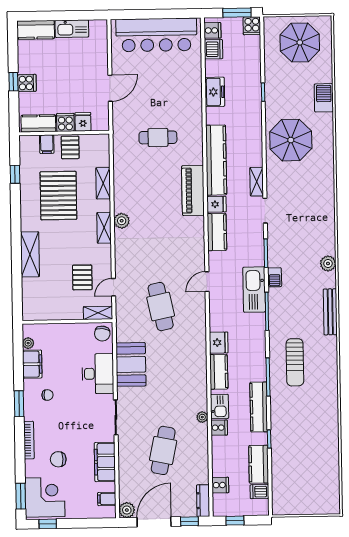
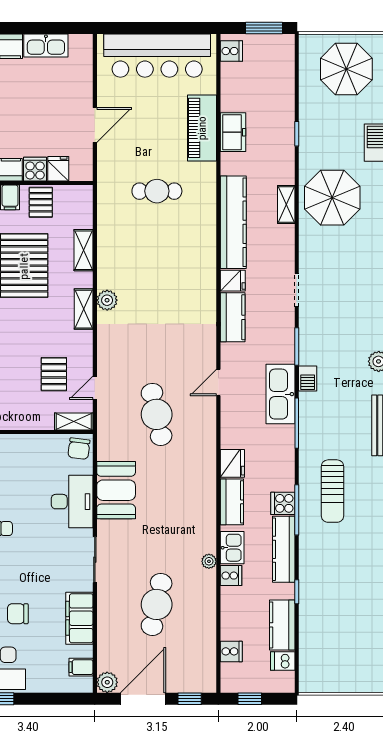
cooker: (252, 26) -> (283, 503), moved, turned 90
dishwasher: (214, 49) -> (232, 76), removed
shelving: (257, 182) -> (286, 204), moved
piano: (193, 190) -> (202, 128), moved
dresser: (203, 501) -> (208, 672), removed

